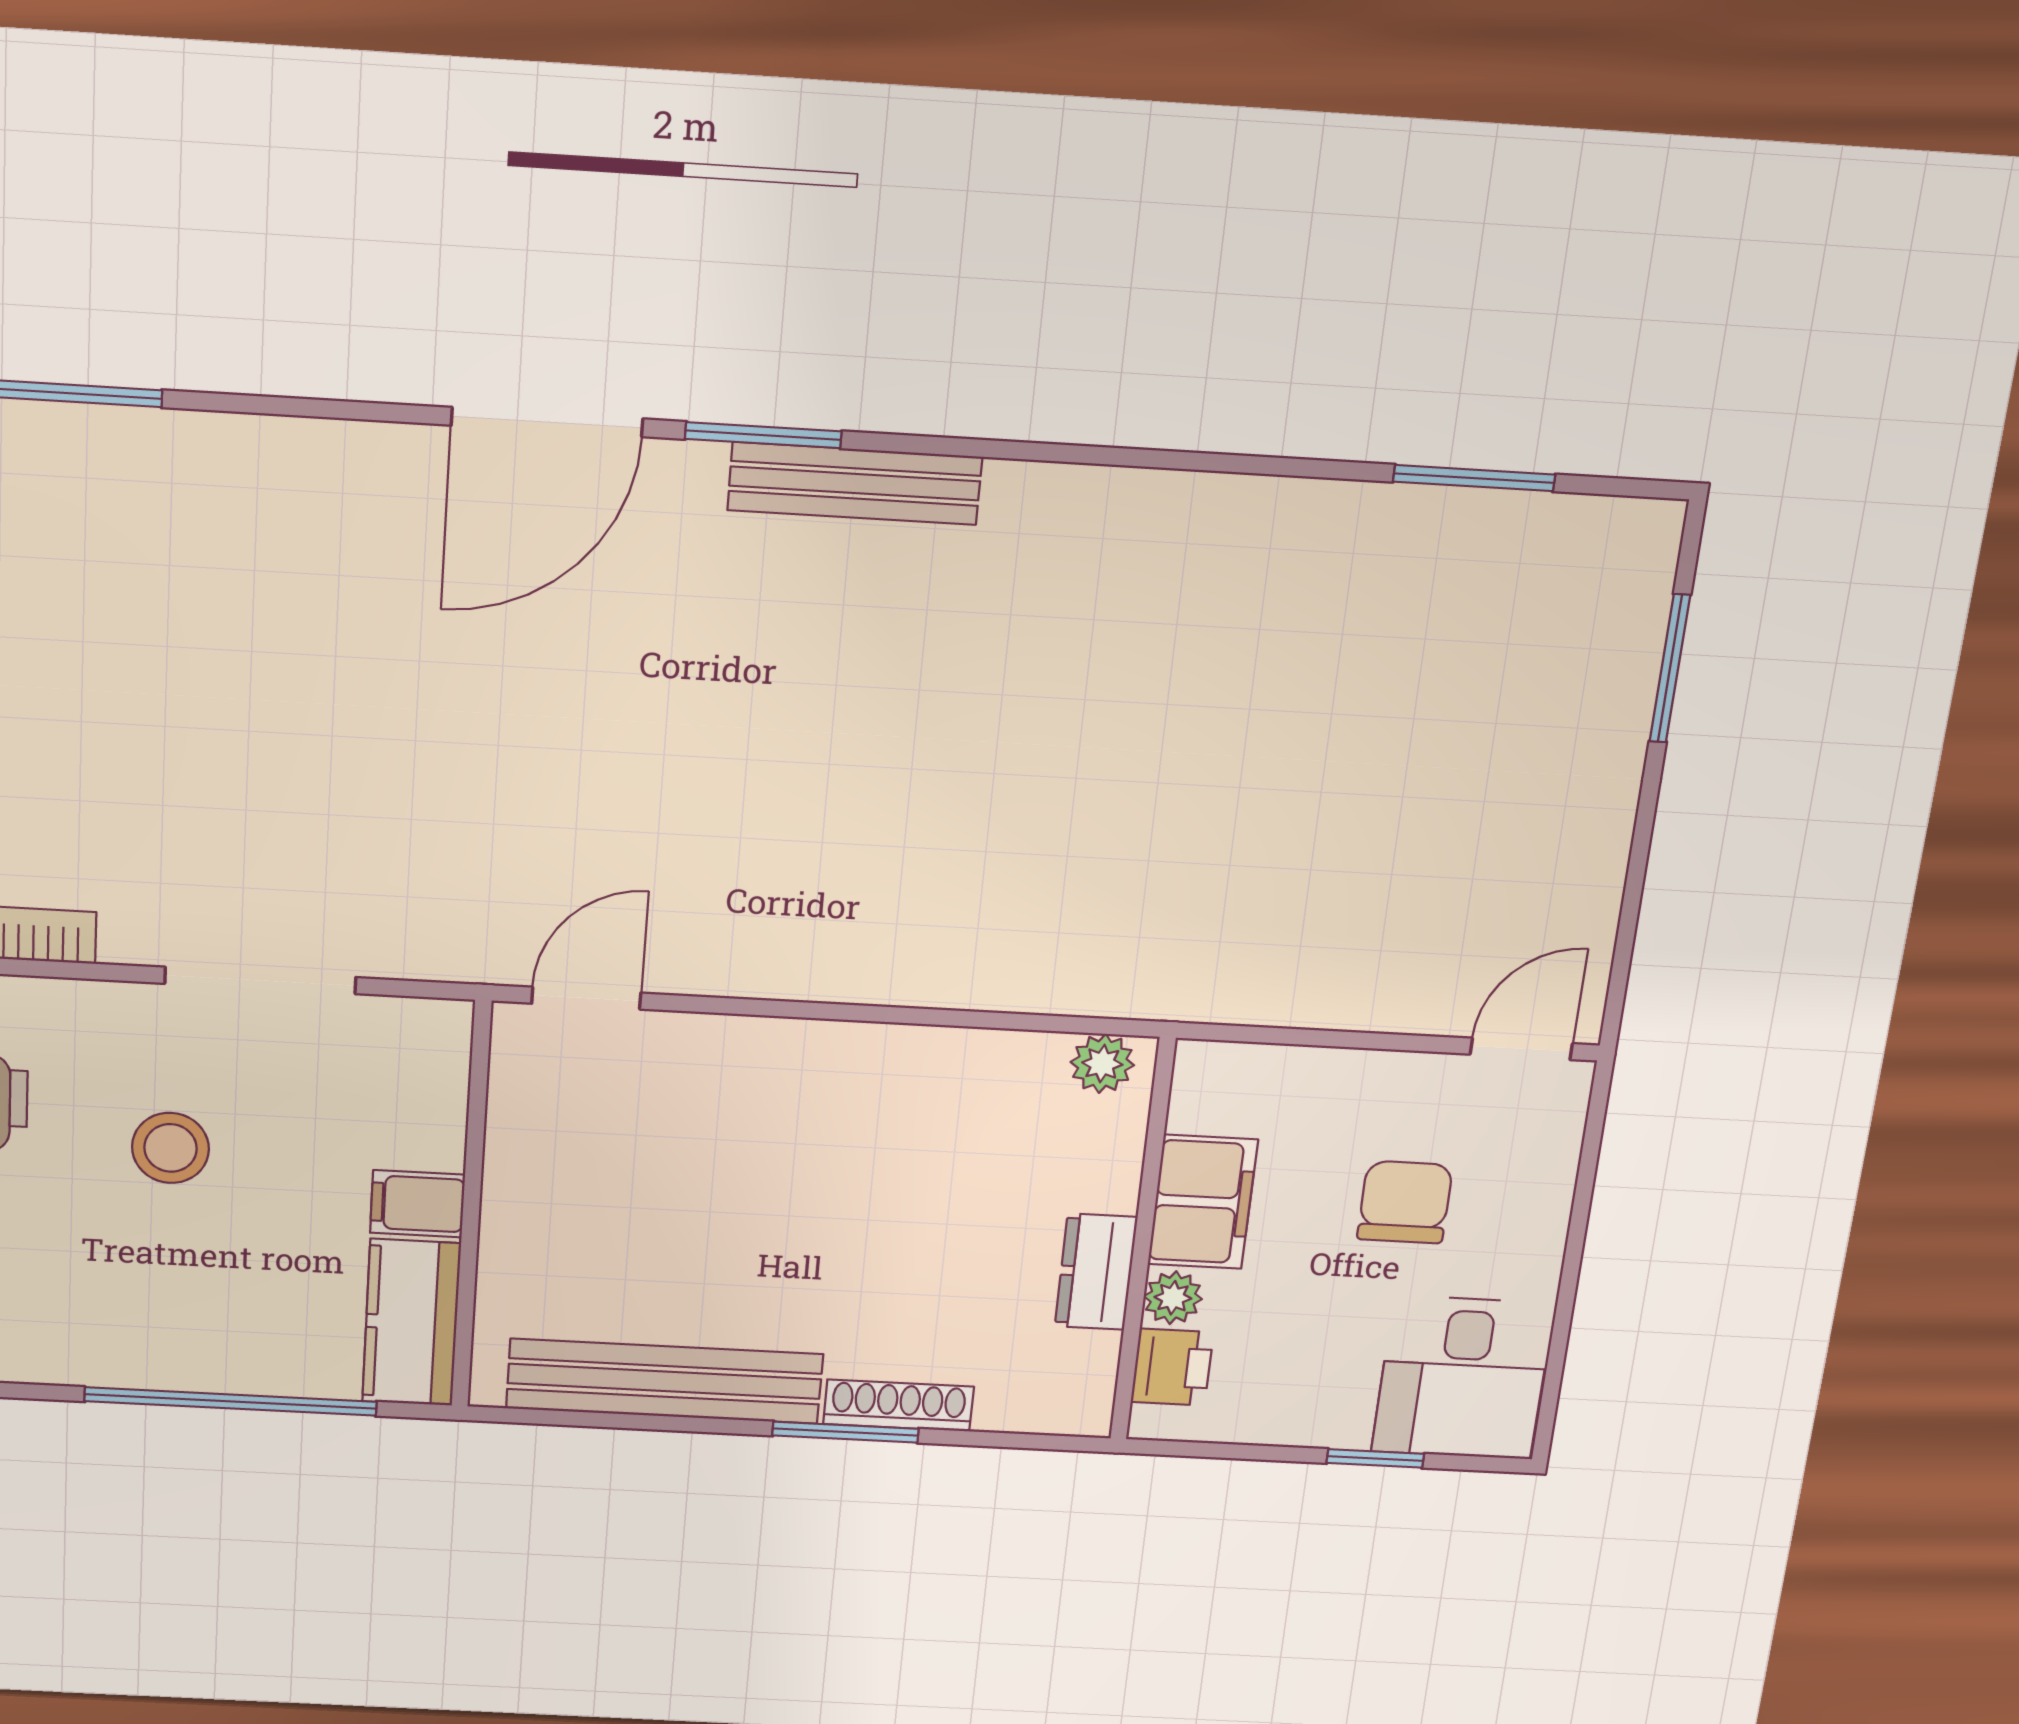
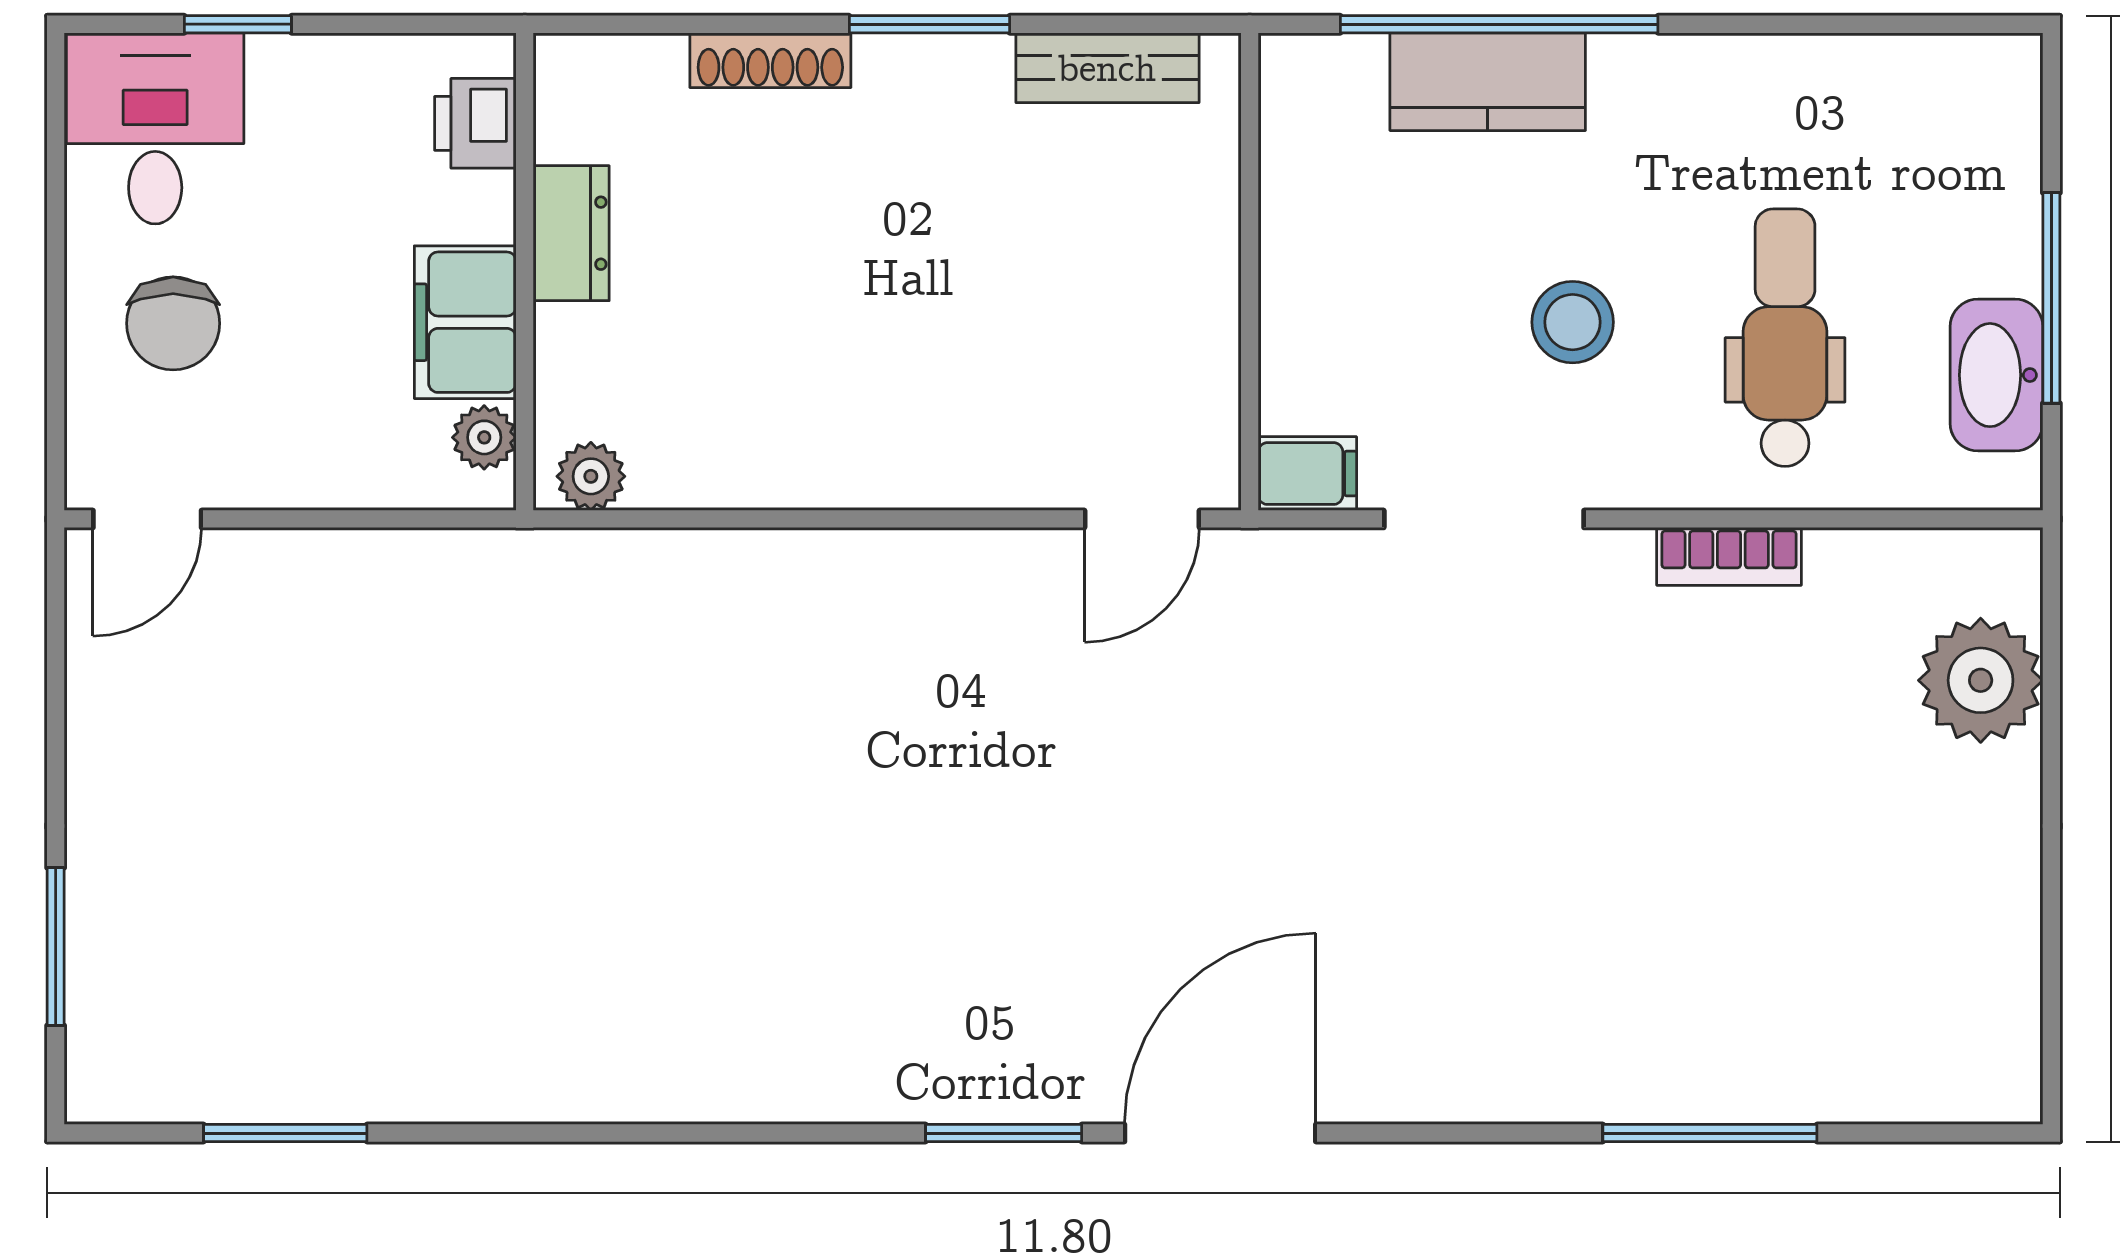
bench: (855, 483) -> (908, 1089), removed
chair: (1405, 1202) -> (173, 323), moved
filing cabinet: (418, 1204) -> (1307, 474), moved
plant: (1173, 1298) -> (484, 437), moved
kitchen counter: (411, 1323) -> (1488, 82), moved, turned 90
bench: (664, 1381) -> (1107, 68), width x0.54, depth x0.82
window: (845, 1432) -> (929, 24), moved

